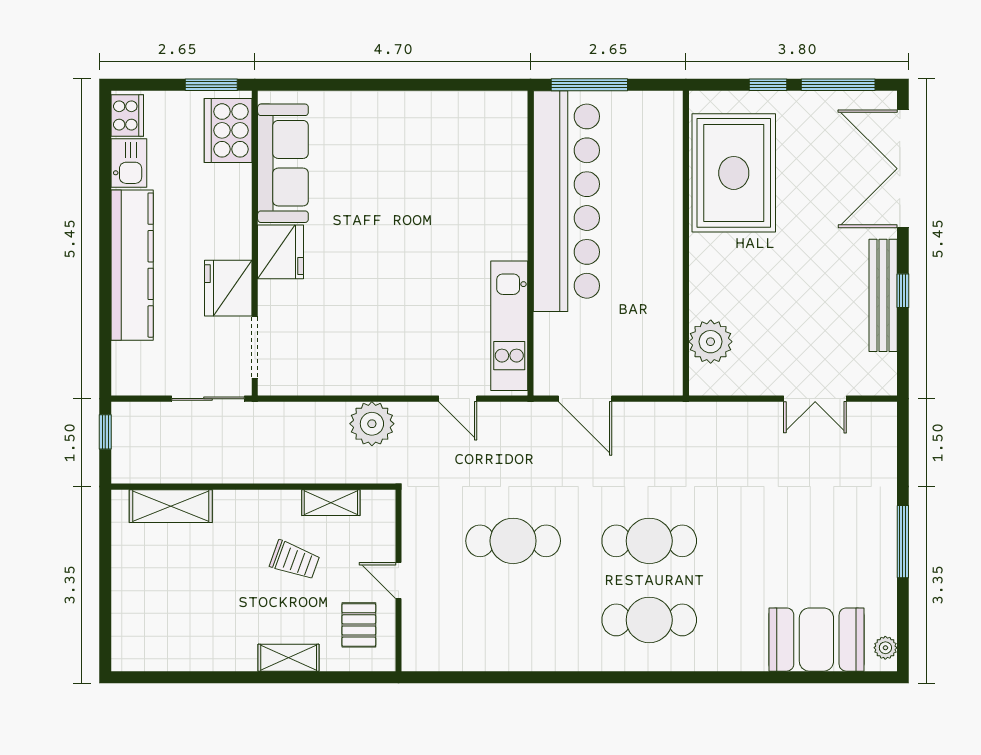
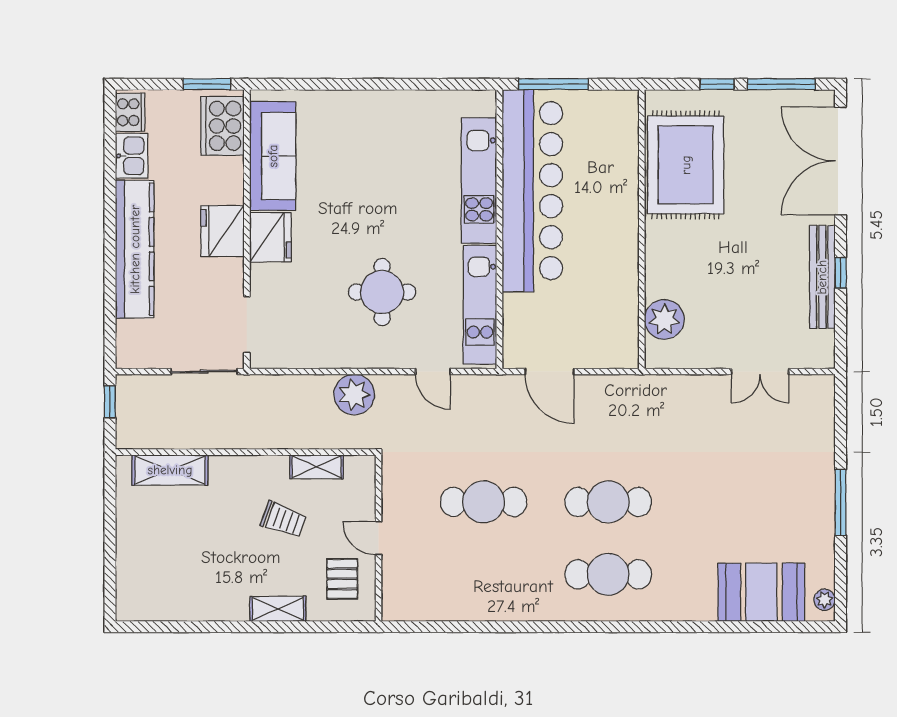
kitchen unit: (508, 190) -> (479, 181), added
fridge: (228, 288) -> (223, 231), moved
round table: (402, 312) -> (382, 292), added

